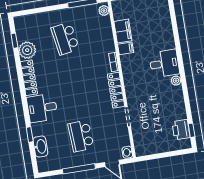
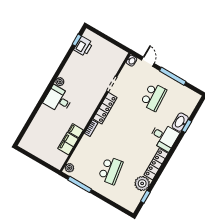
washbasin: (40, 147) -> (180, 122), moved

